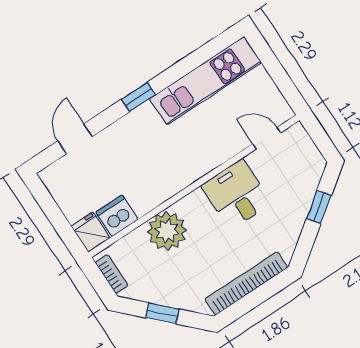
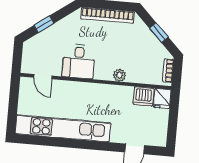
kitchen unit: (206, 81) -> (63, 128), width x1.36
window: (138, 97) -> (88, 145), removed
plant: (167, 231) -> (119, 75), width x0.53, depth x0.53

